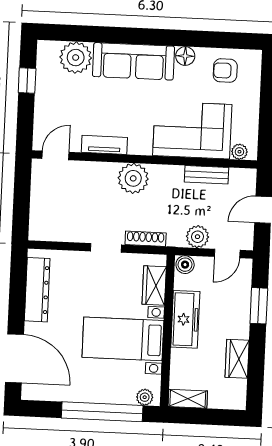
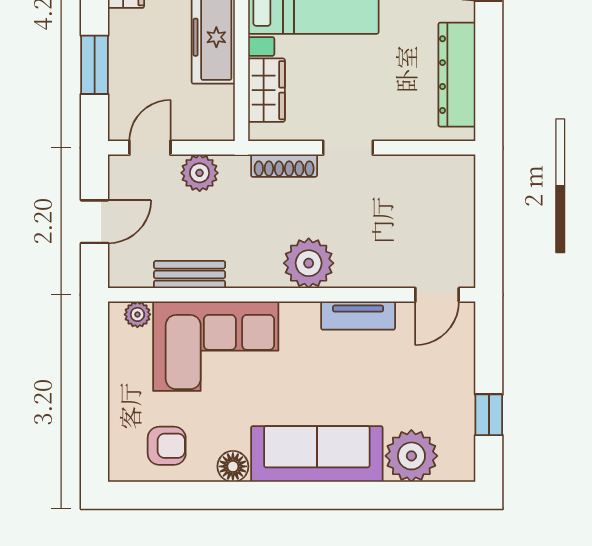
boiler: (185, 265) -> (218, 126), removed

